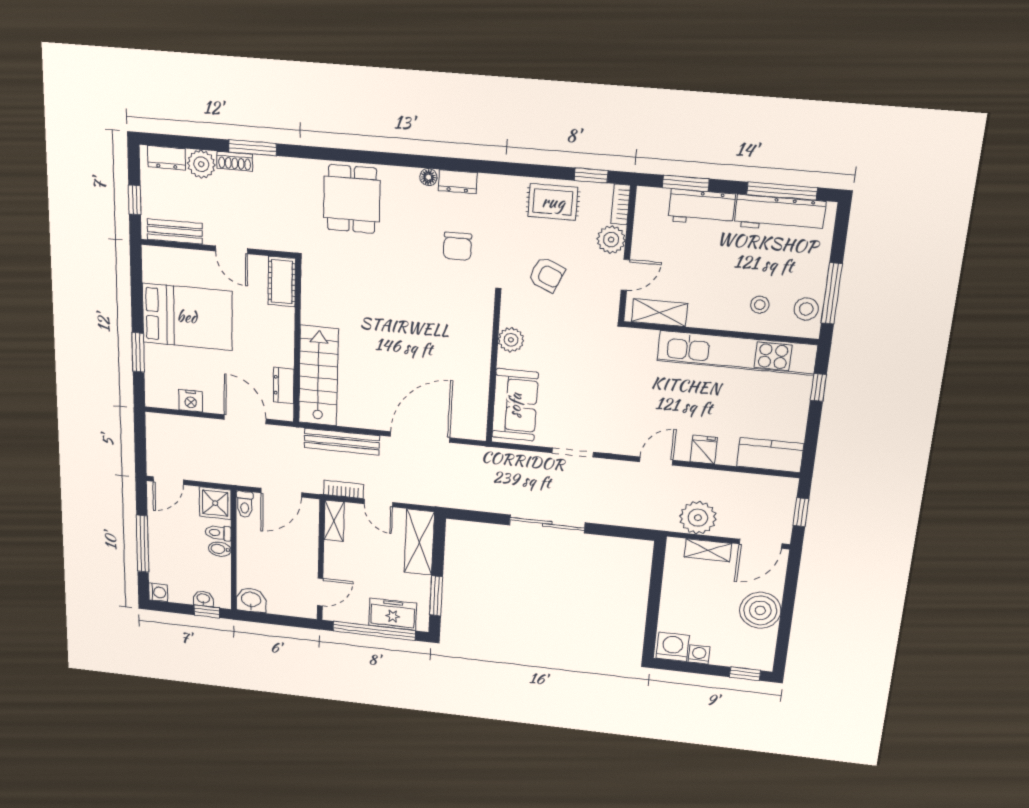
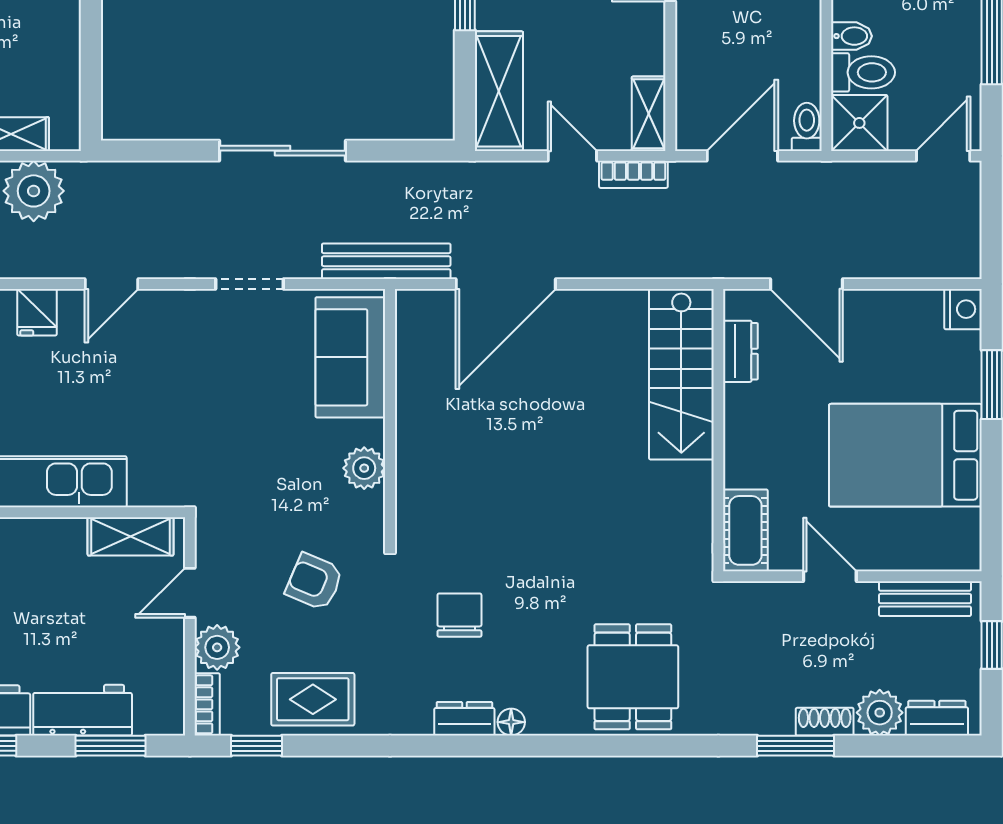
nightstand: (191, 401) -> (963, 309), moved, turned 90
bench: (342, 442) -> (386, 261), moved
toilet: (218, 533) -> (863, 72), width x1.37, depth x1.39

